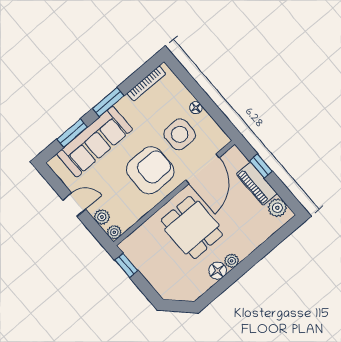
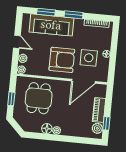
window: (261, 166) -> (106, 123), moved
dining table: (192, 227) -> (39, 98), moved
window: (126, 265) -> (11, 99), moved

